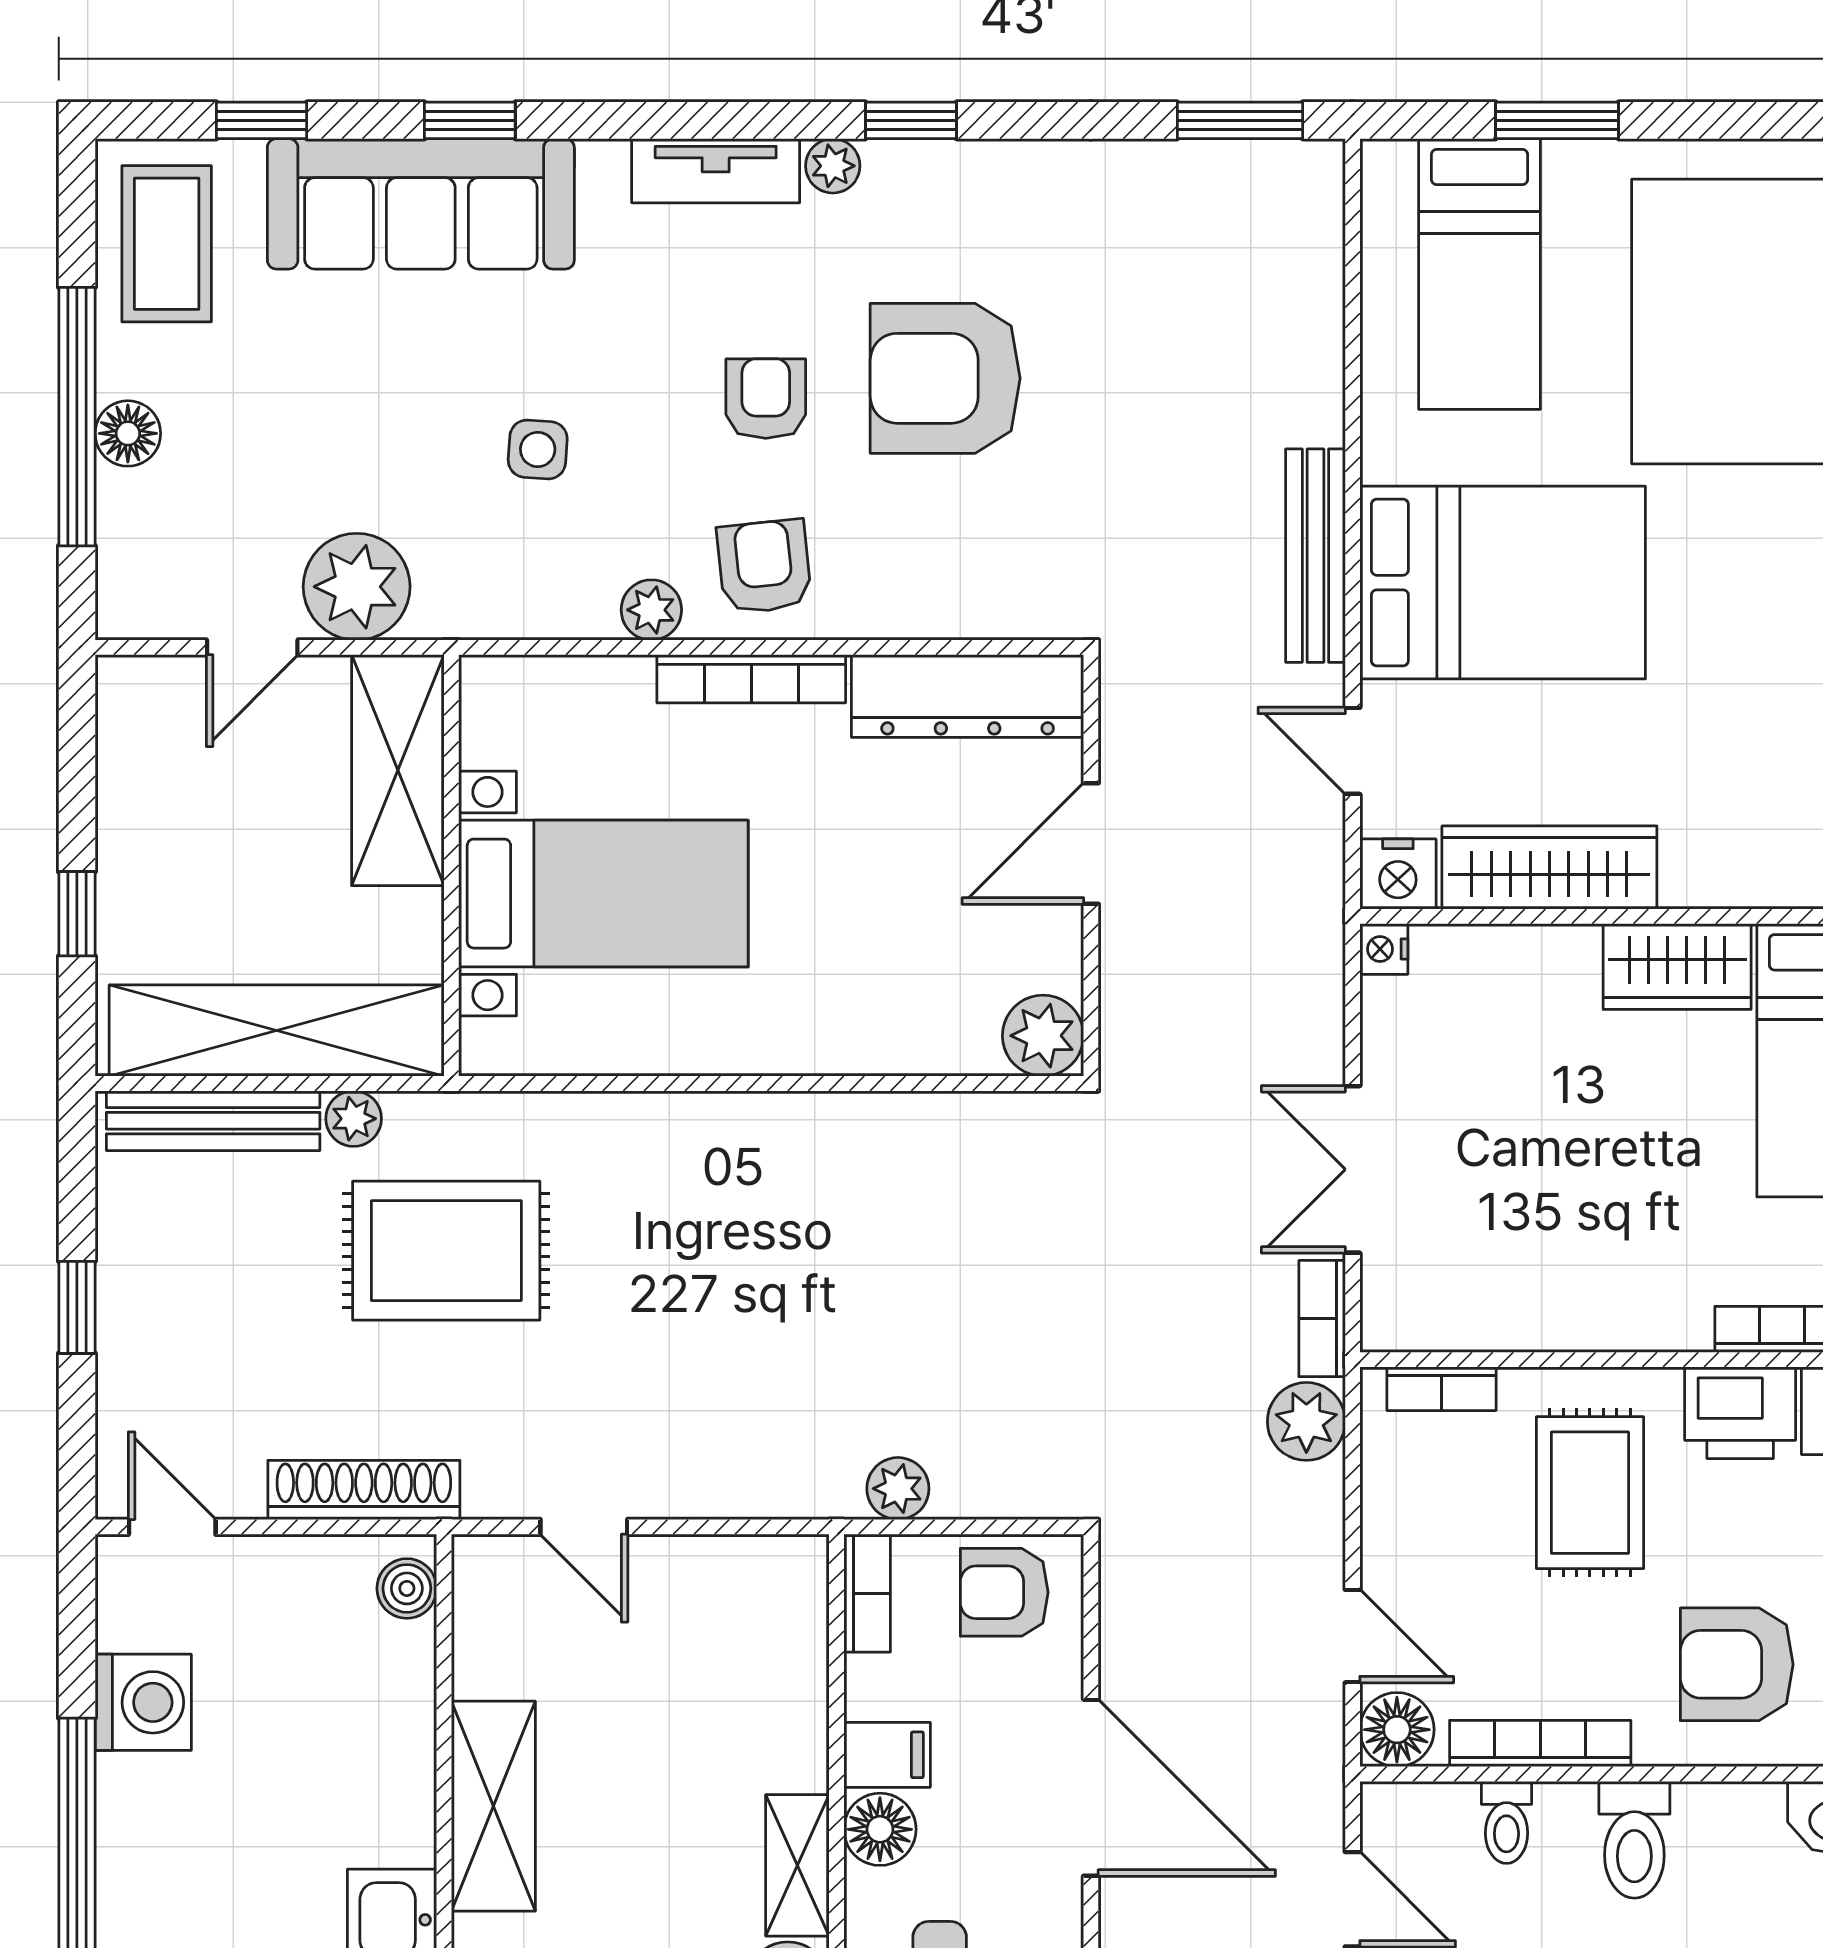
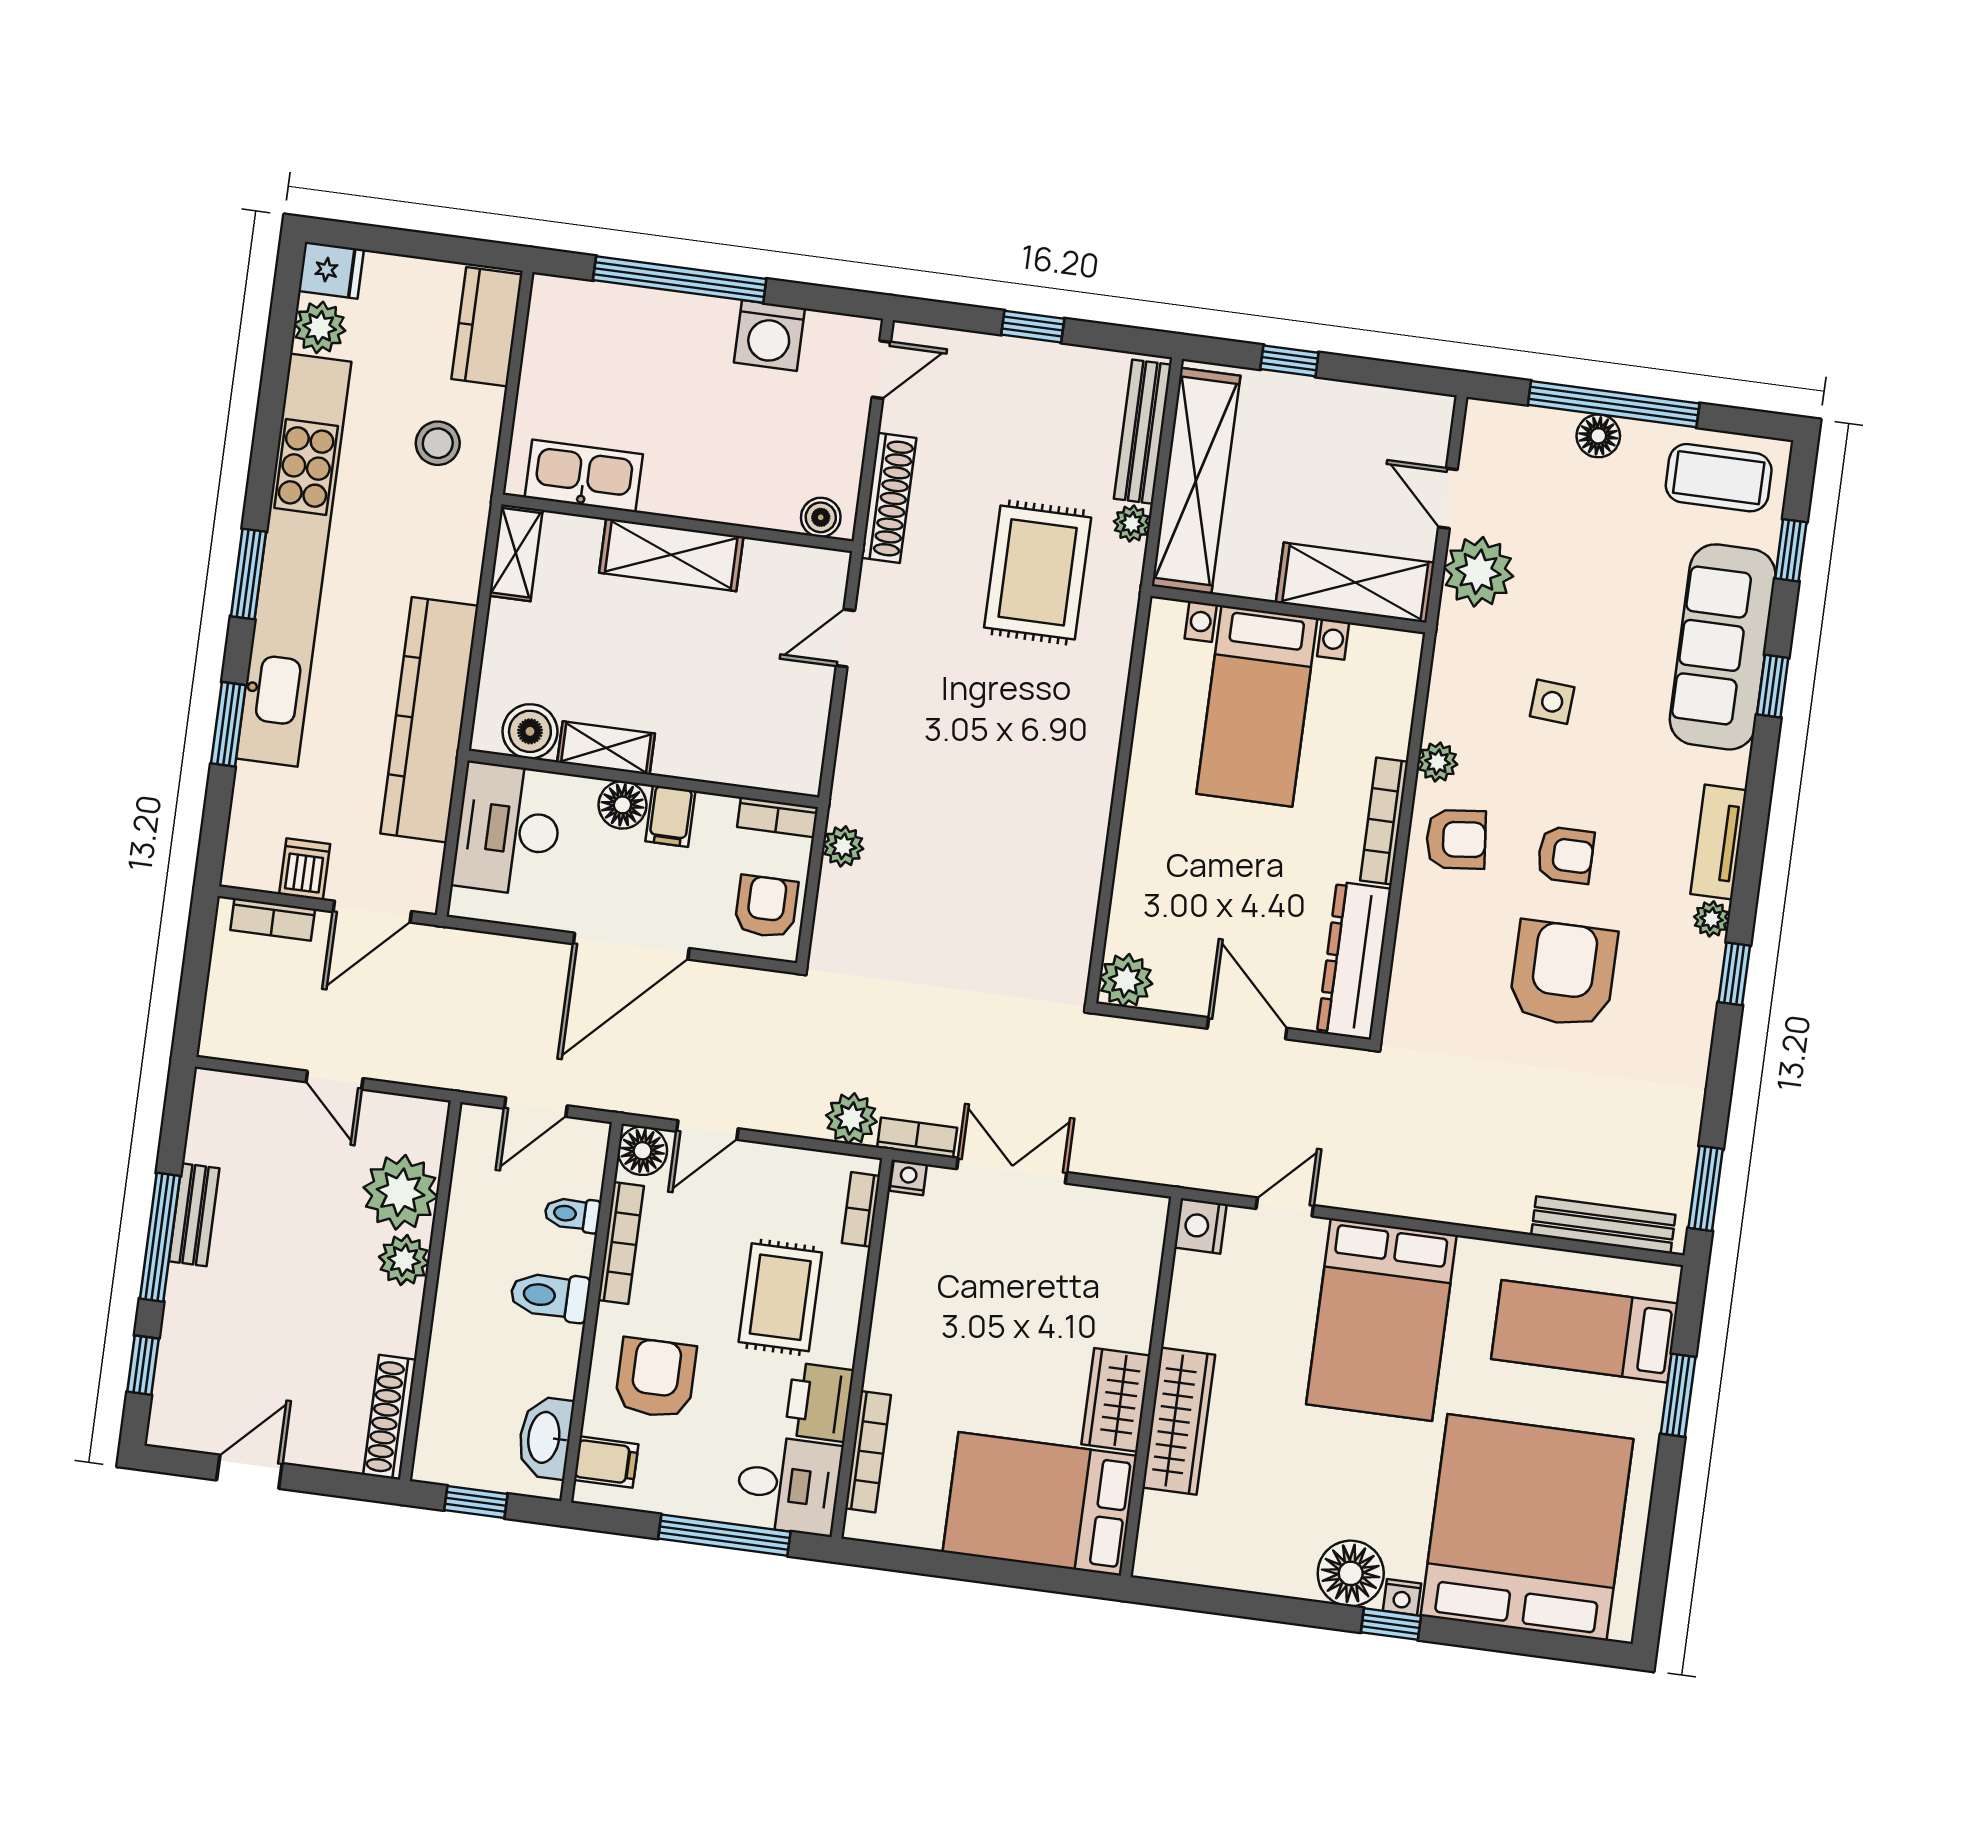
bench: (1315, 556) -> (1603, 1225), moved
wardrobe: (1549, 867) -> (1179, 1421), moved
nightstand: (1384, 949) -> (908, 1178), moved
rug: (1590, 1493) -> (780, 1297), turned 90

